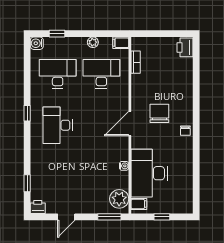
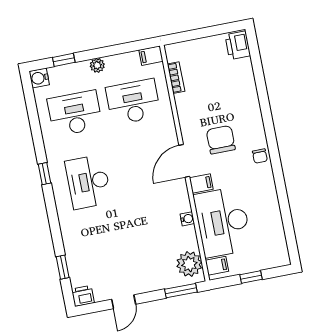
plant: (93, 42) -> (97, 65), moved
filing cabinet: (139, 142) -> (201, 184), added

